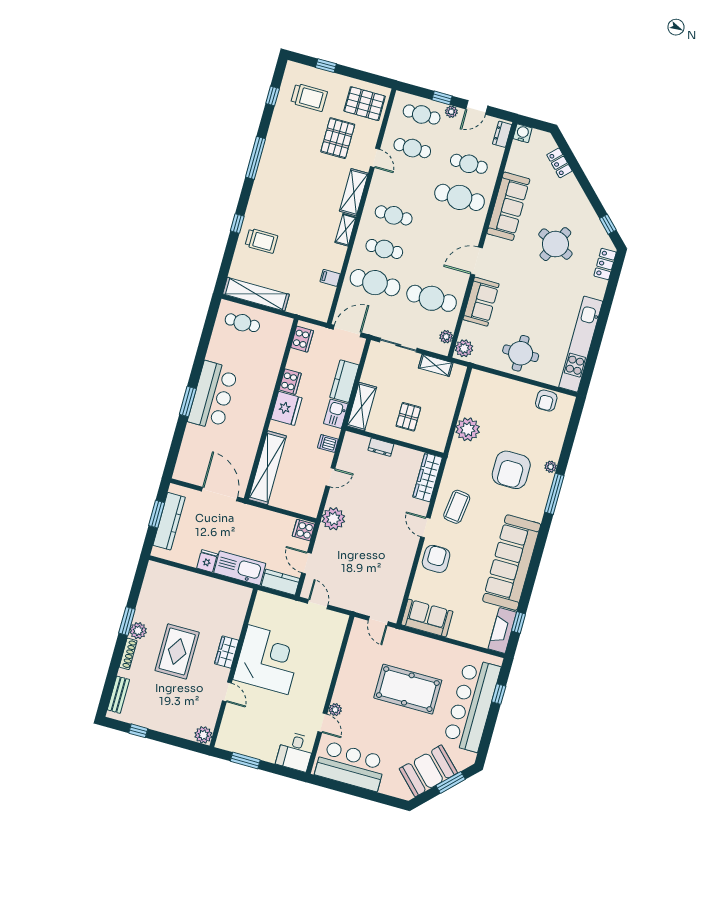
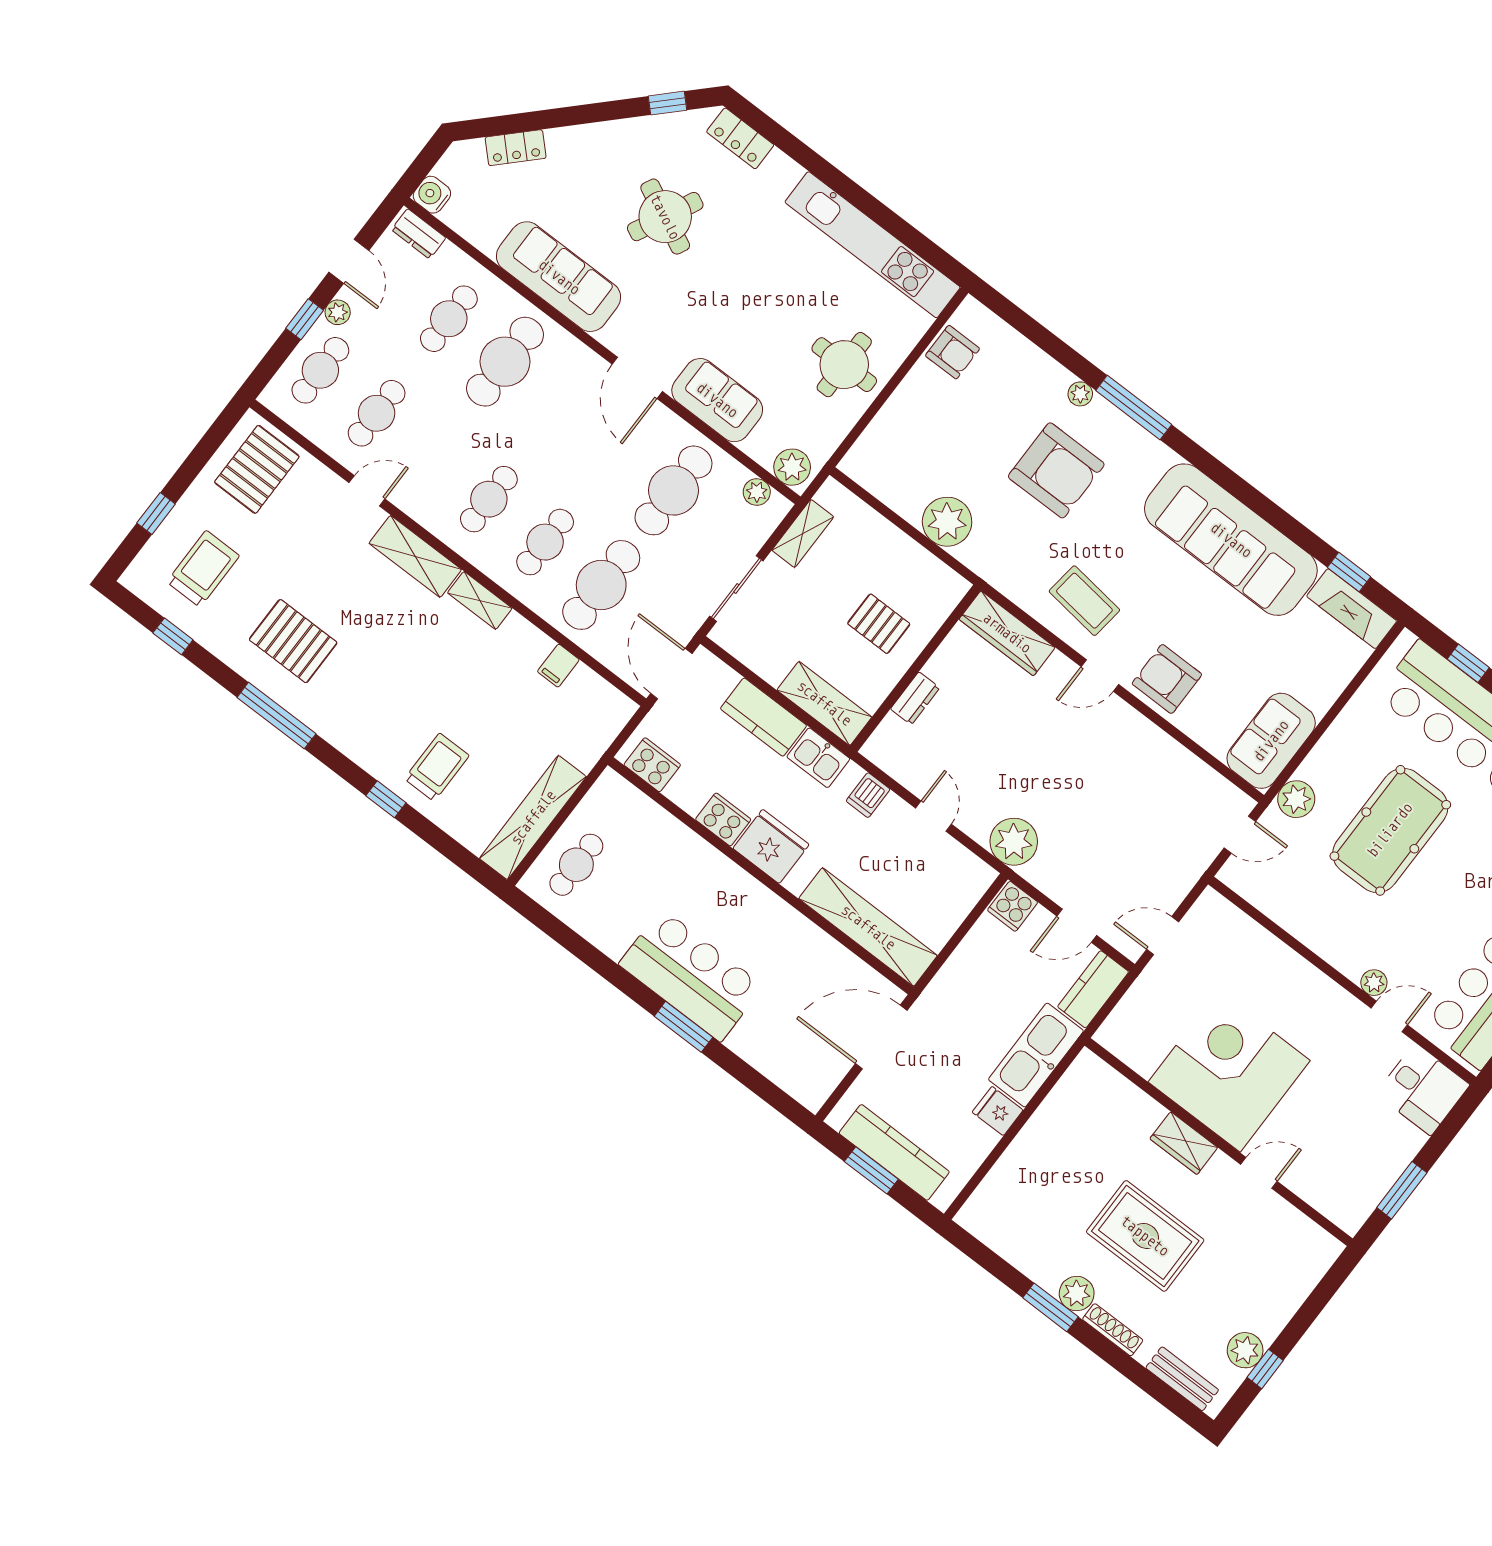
pallet: (338, 138) -> (293, 641), moved
plant: (405, 640) -> (1296, 799), added
plant: (203, 735) -> (1245, 1350), moved

